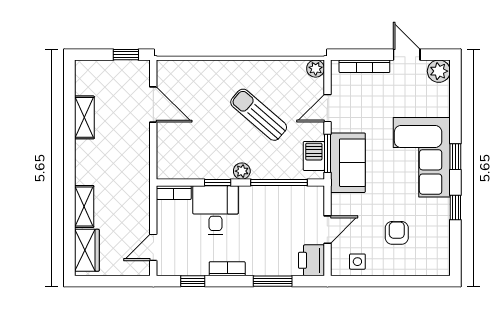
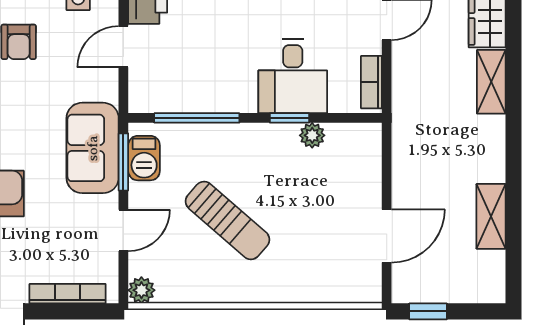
door: (153, 104) -> (387, 236), swing flipped
plant: (242, 171) -> (312, 135), moved
bookcase: (174, 193) -> (371, 82), moved, turned -90

